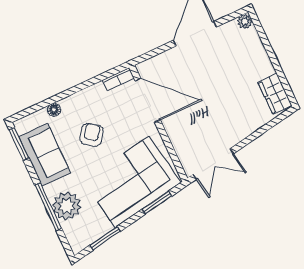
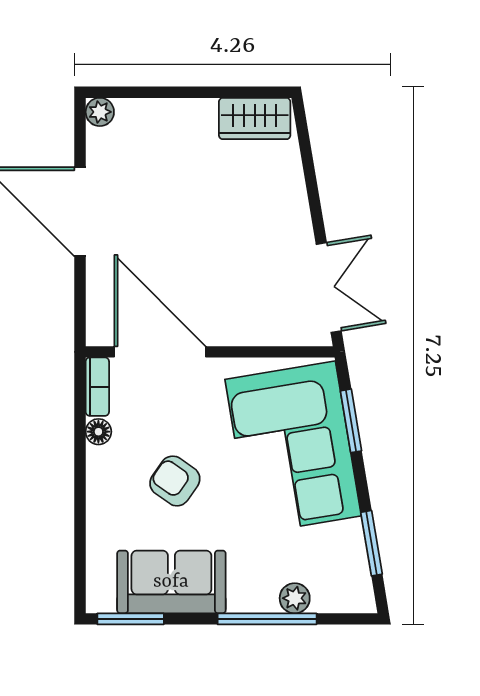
door: (148, 100) -> (160, 352), hinge flipped
floor lamp: (54, 110) -> (98, 432), moved
plant: (67, 206) -> (295, 598), width x0.53, depth x0.53

